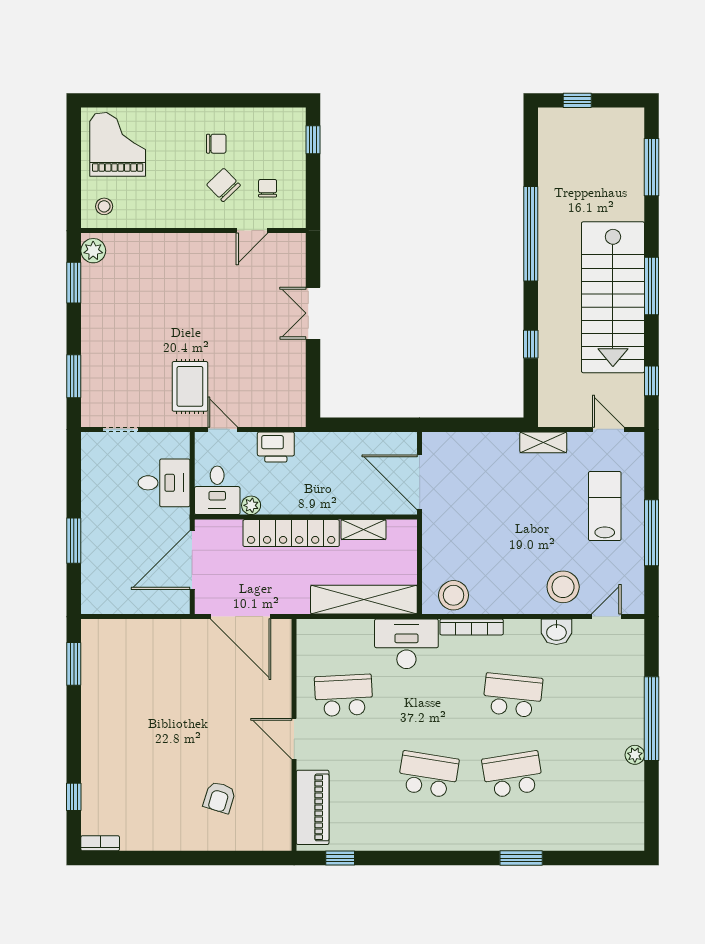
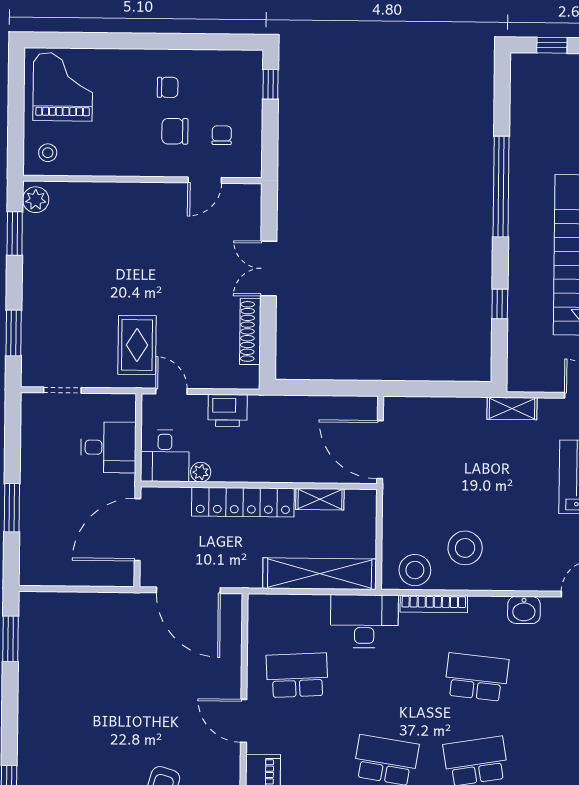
chair: (224, 185) -> (175, 131), turned -46
shoe rack: (296, 373) -> (250, 331), added
stool: (563, 587) -> (465, 548), moved

